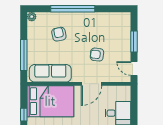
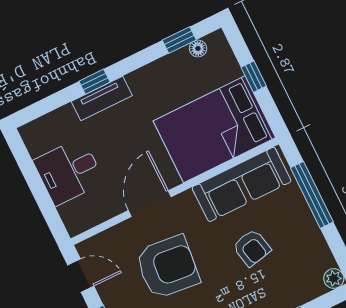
armchair: (59, 34) -> (252, 248), moved
armchair: (97, 55) -> (168, 267), width x1.88, depth x1.88

